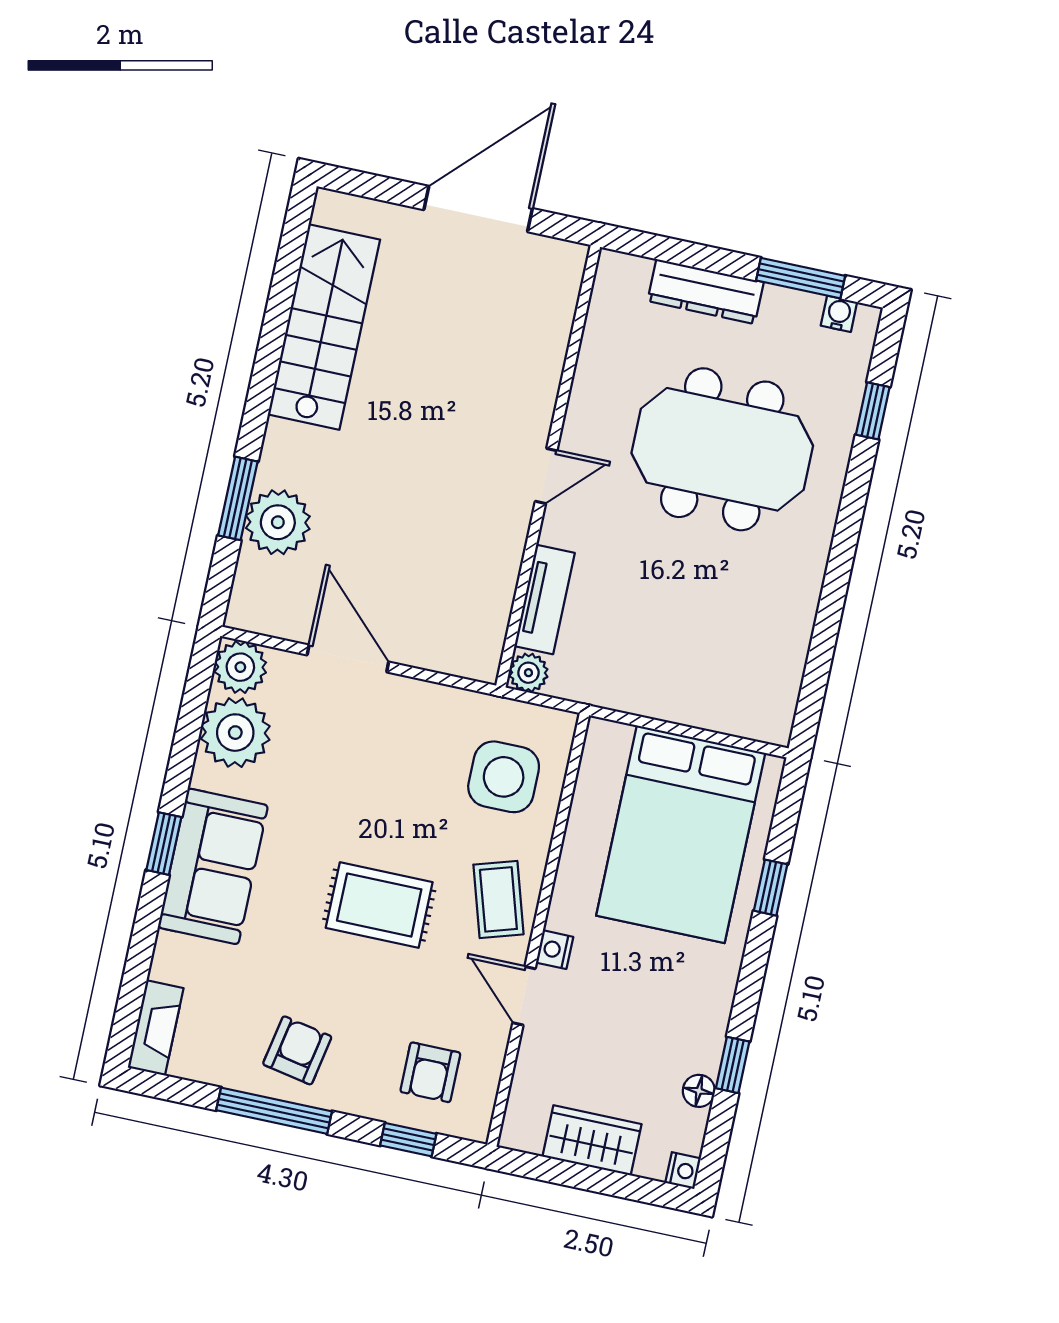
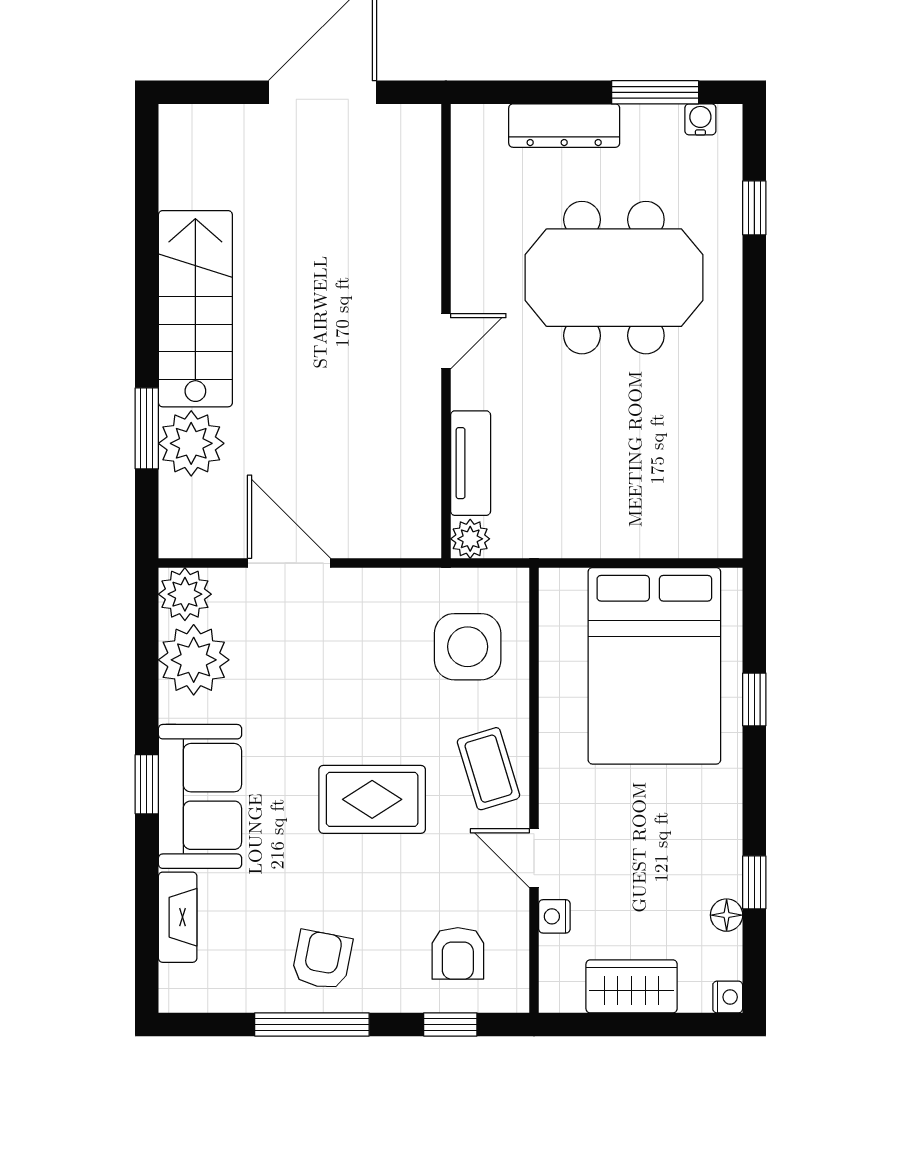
stairs: (324, 327) -> (195, 309), moved
nightstand: (555, 950) -> (554, 916), moved
fireplace: (156, 1028) -> (178, 917), moved

